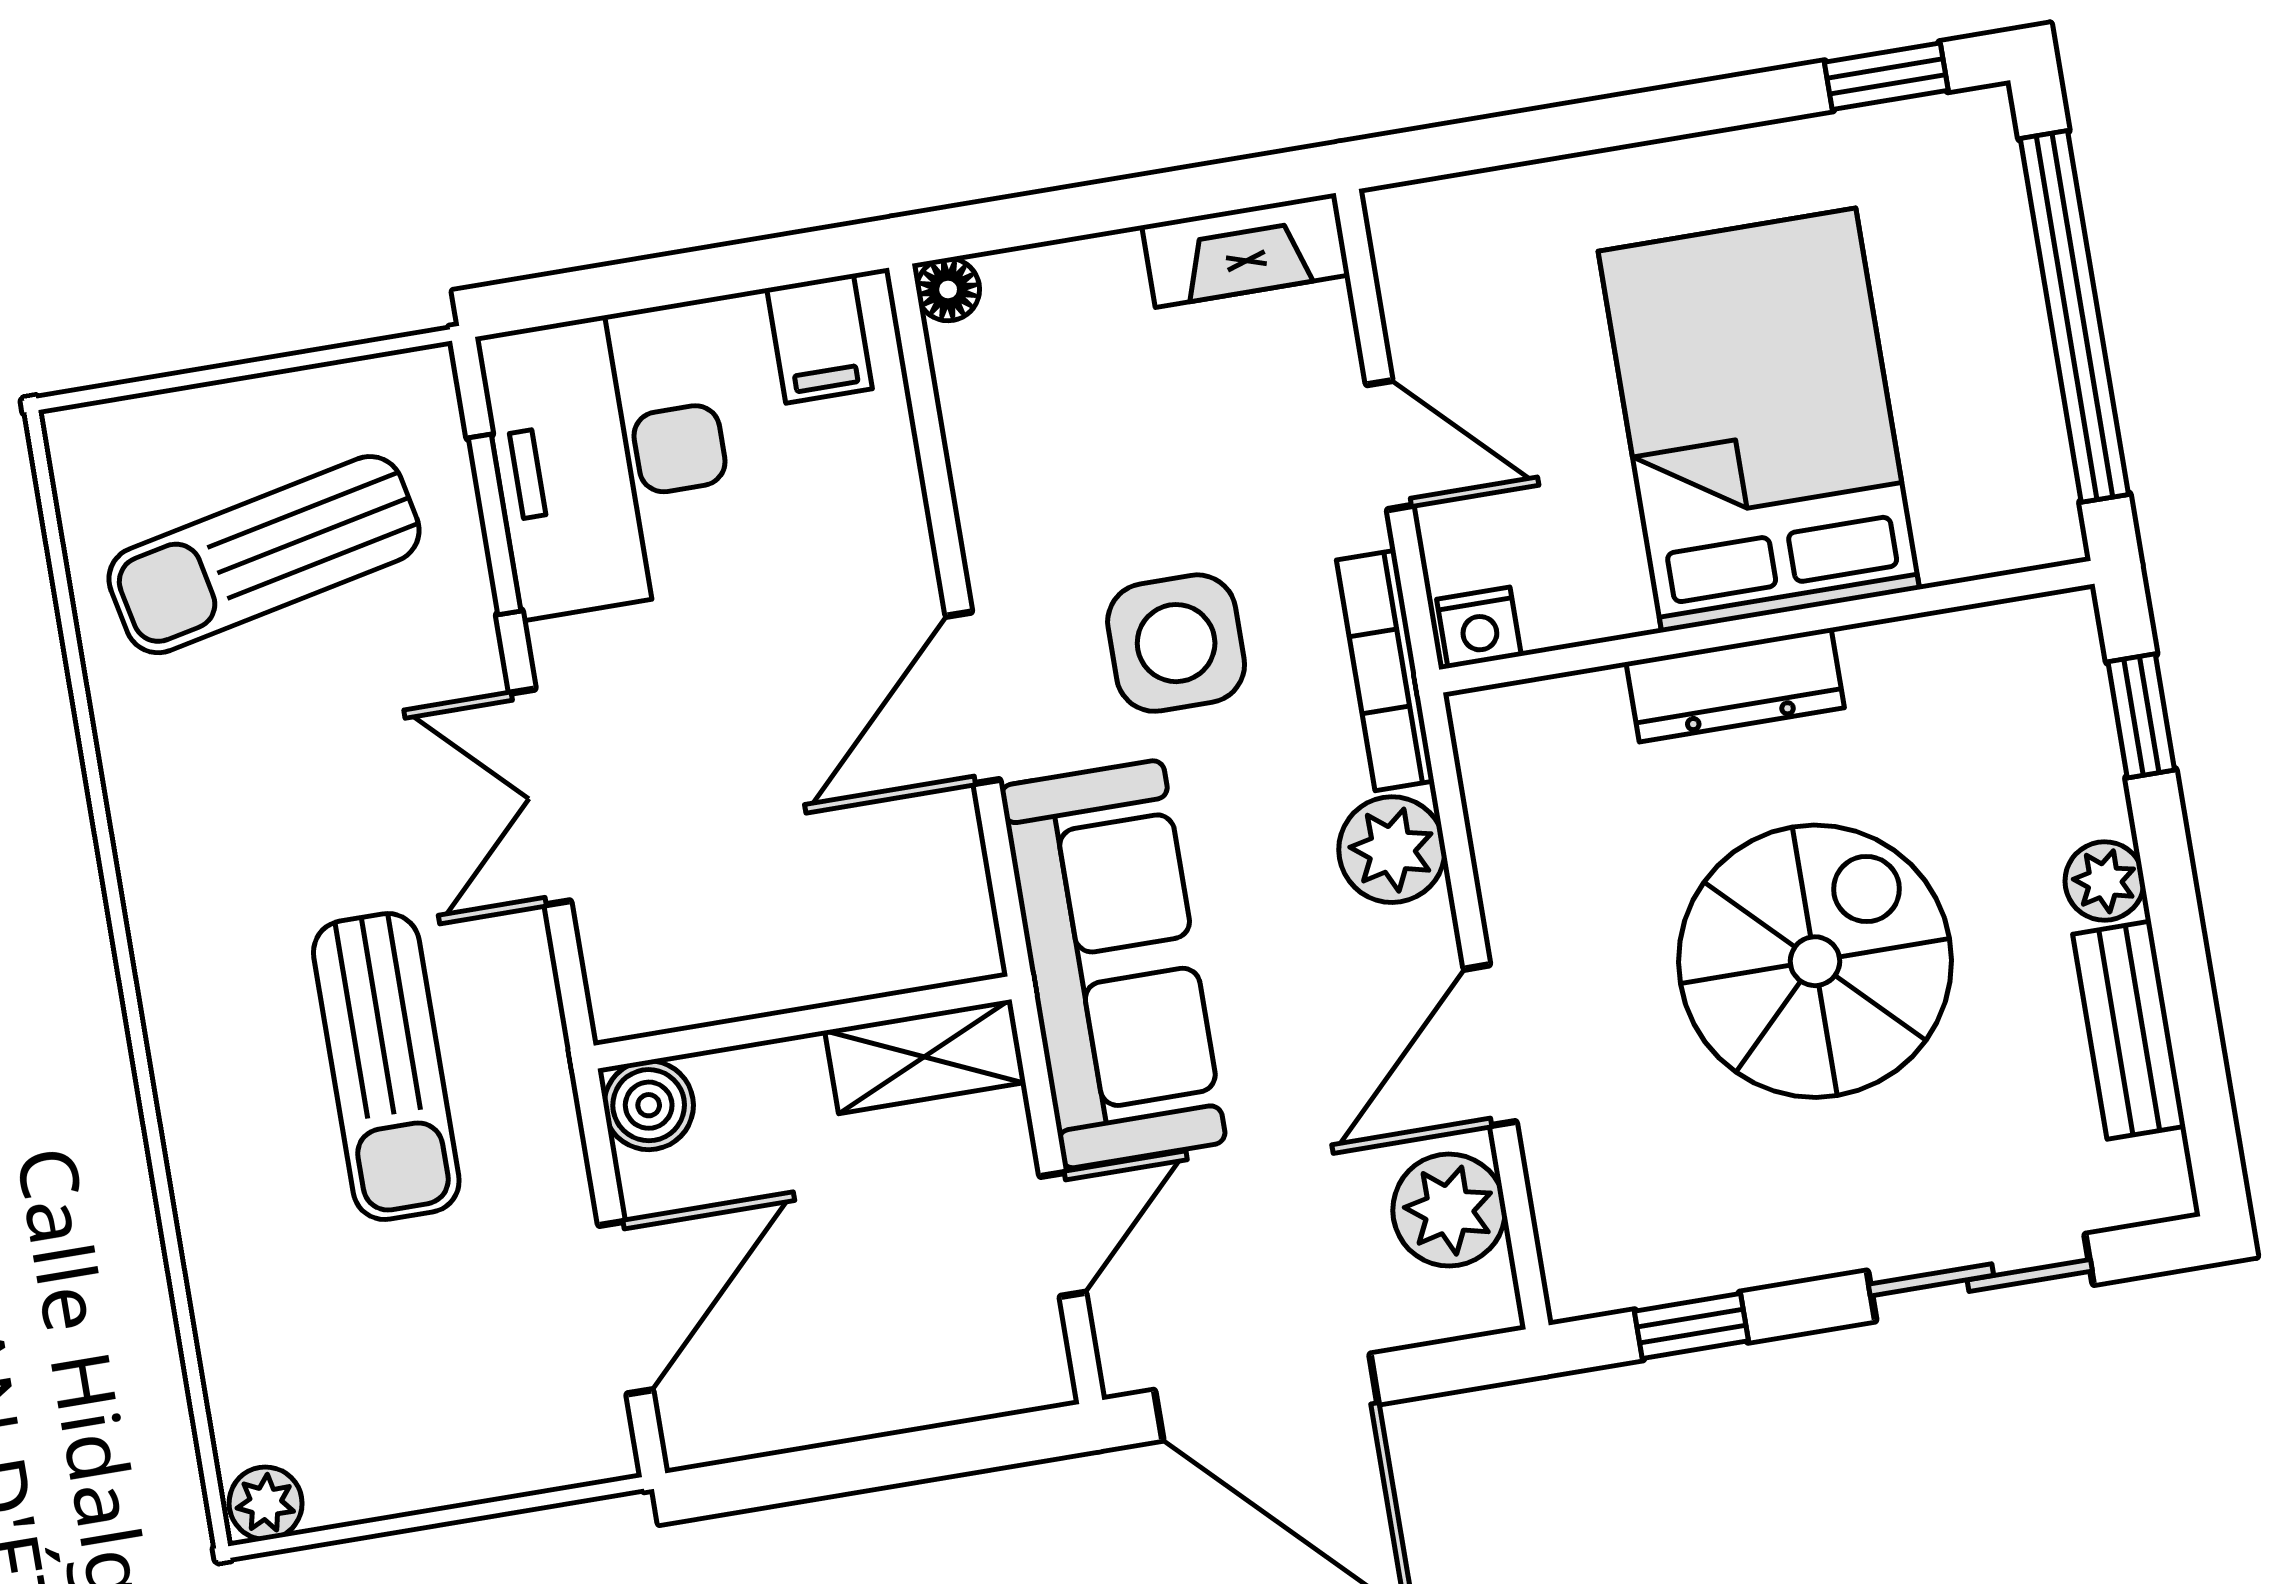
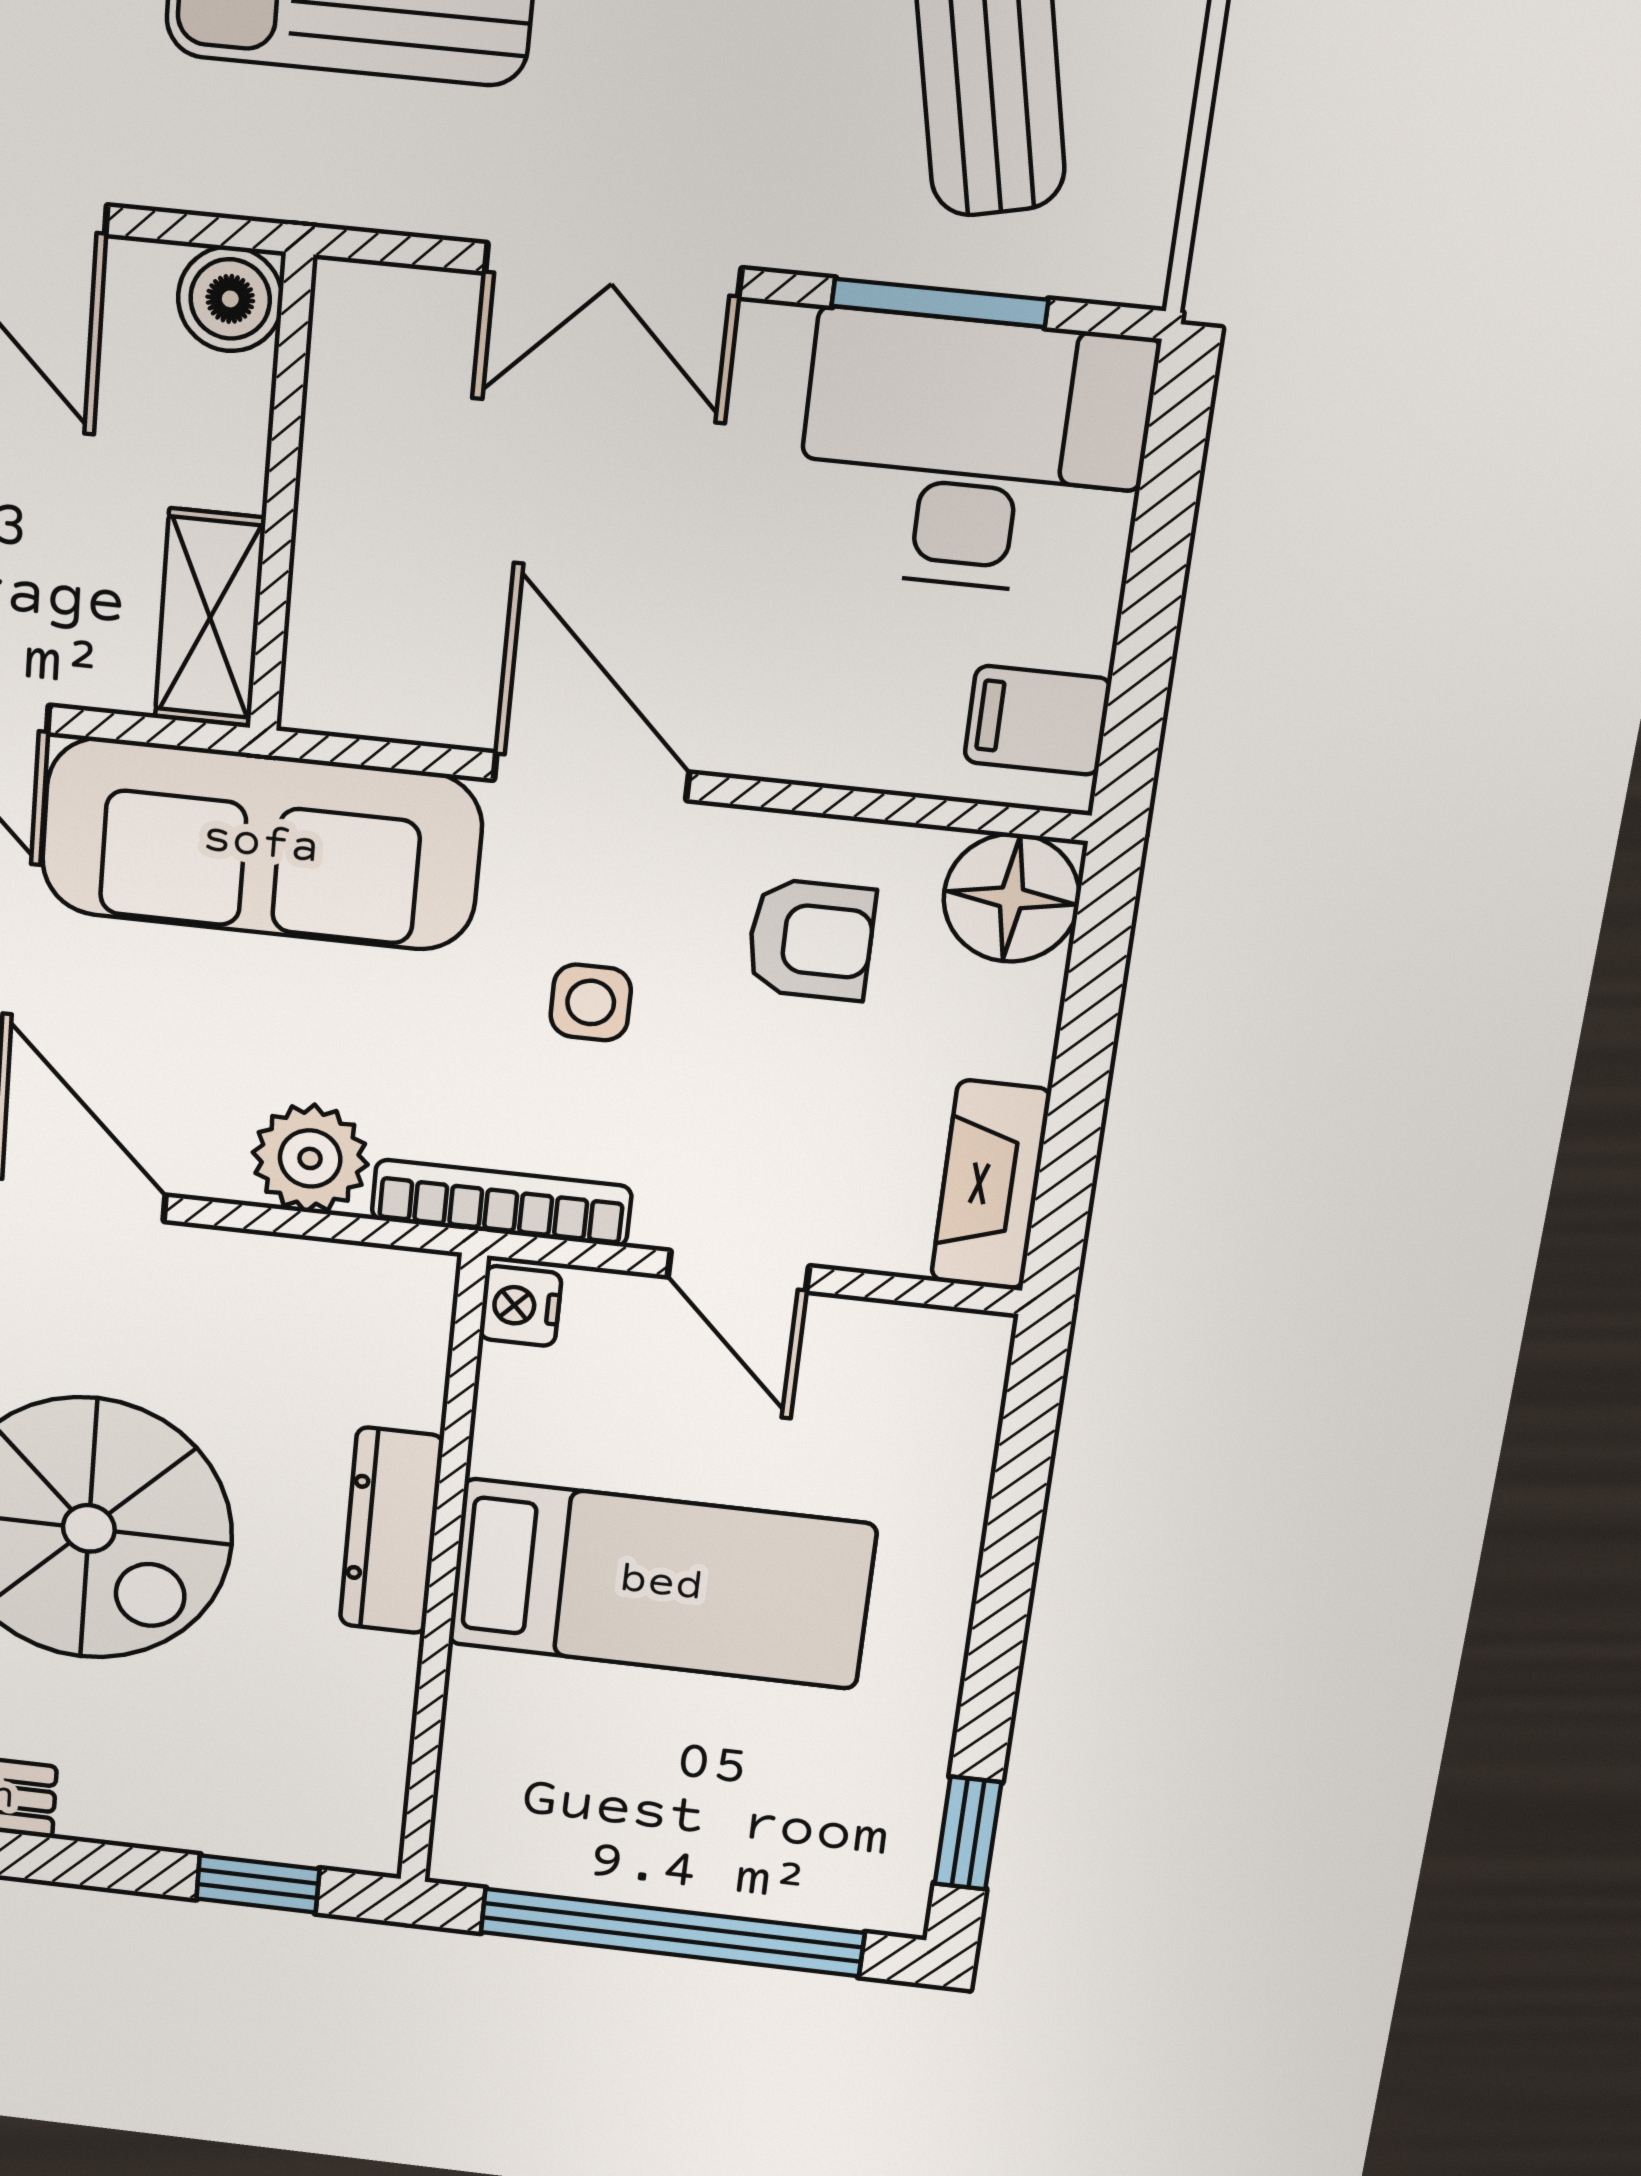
floor lamp: (948, 290) -> (1012, 898), width x1.89, depth x1.89
bed: (1759, 420) -> (661, 1584), width x0.67
door: (1390, 445) -> (738, 1271), hinge flipped
armchair: (1066, 471) -> (811, 940), added
side table: (1176, 643) -> (591, 1002), width x0.54, depth x0.54
double door: (540, 797) -> (613, 270), swing flipped
plant: (2105, 881) -> (102, 1808), removed

